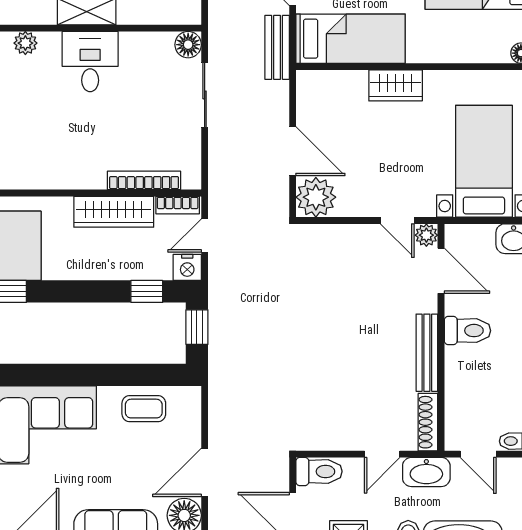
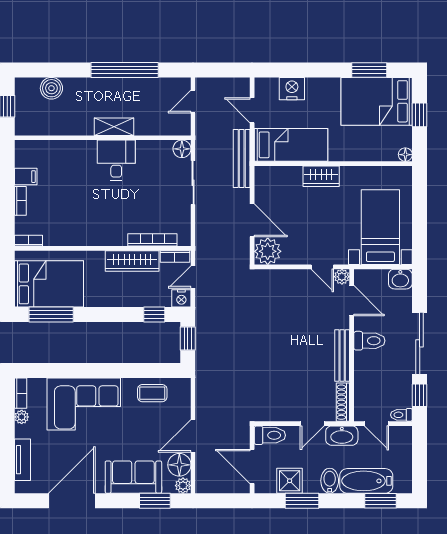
plant: (25, 43) -> (73, 148), removed
bench: (277, 47) -> (242, 159), width x1.36

